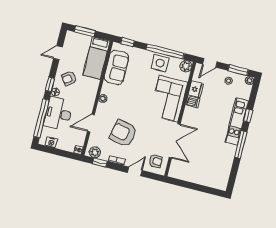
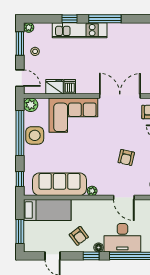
sofa: (116, 67) -> (59, 184), width x1.36
armchair: (123, 133) -> (126, 157), width x0.53, depth x0.53

